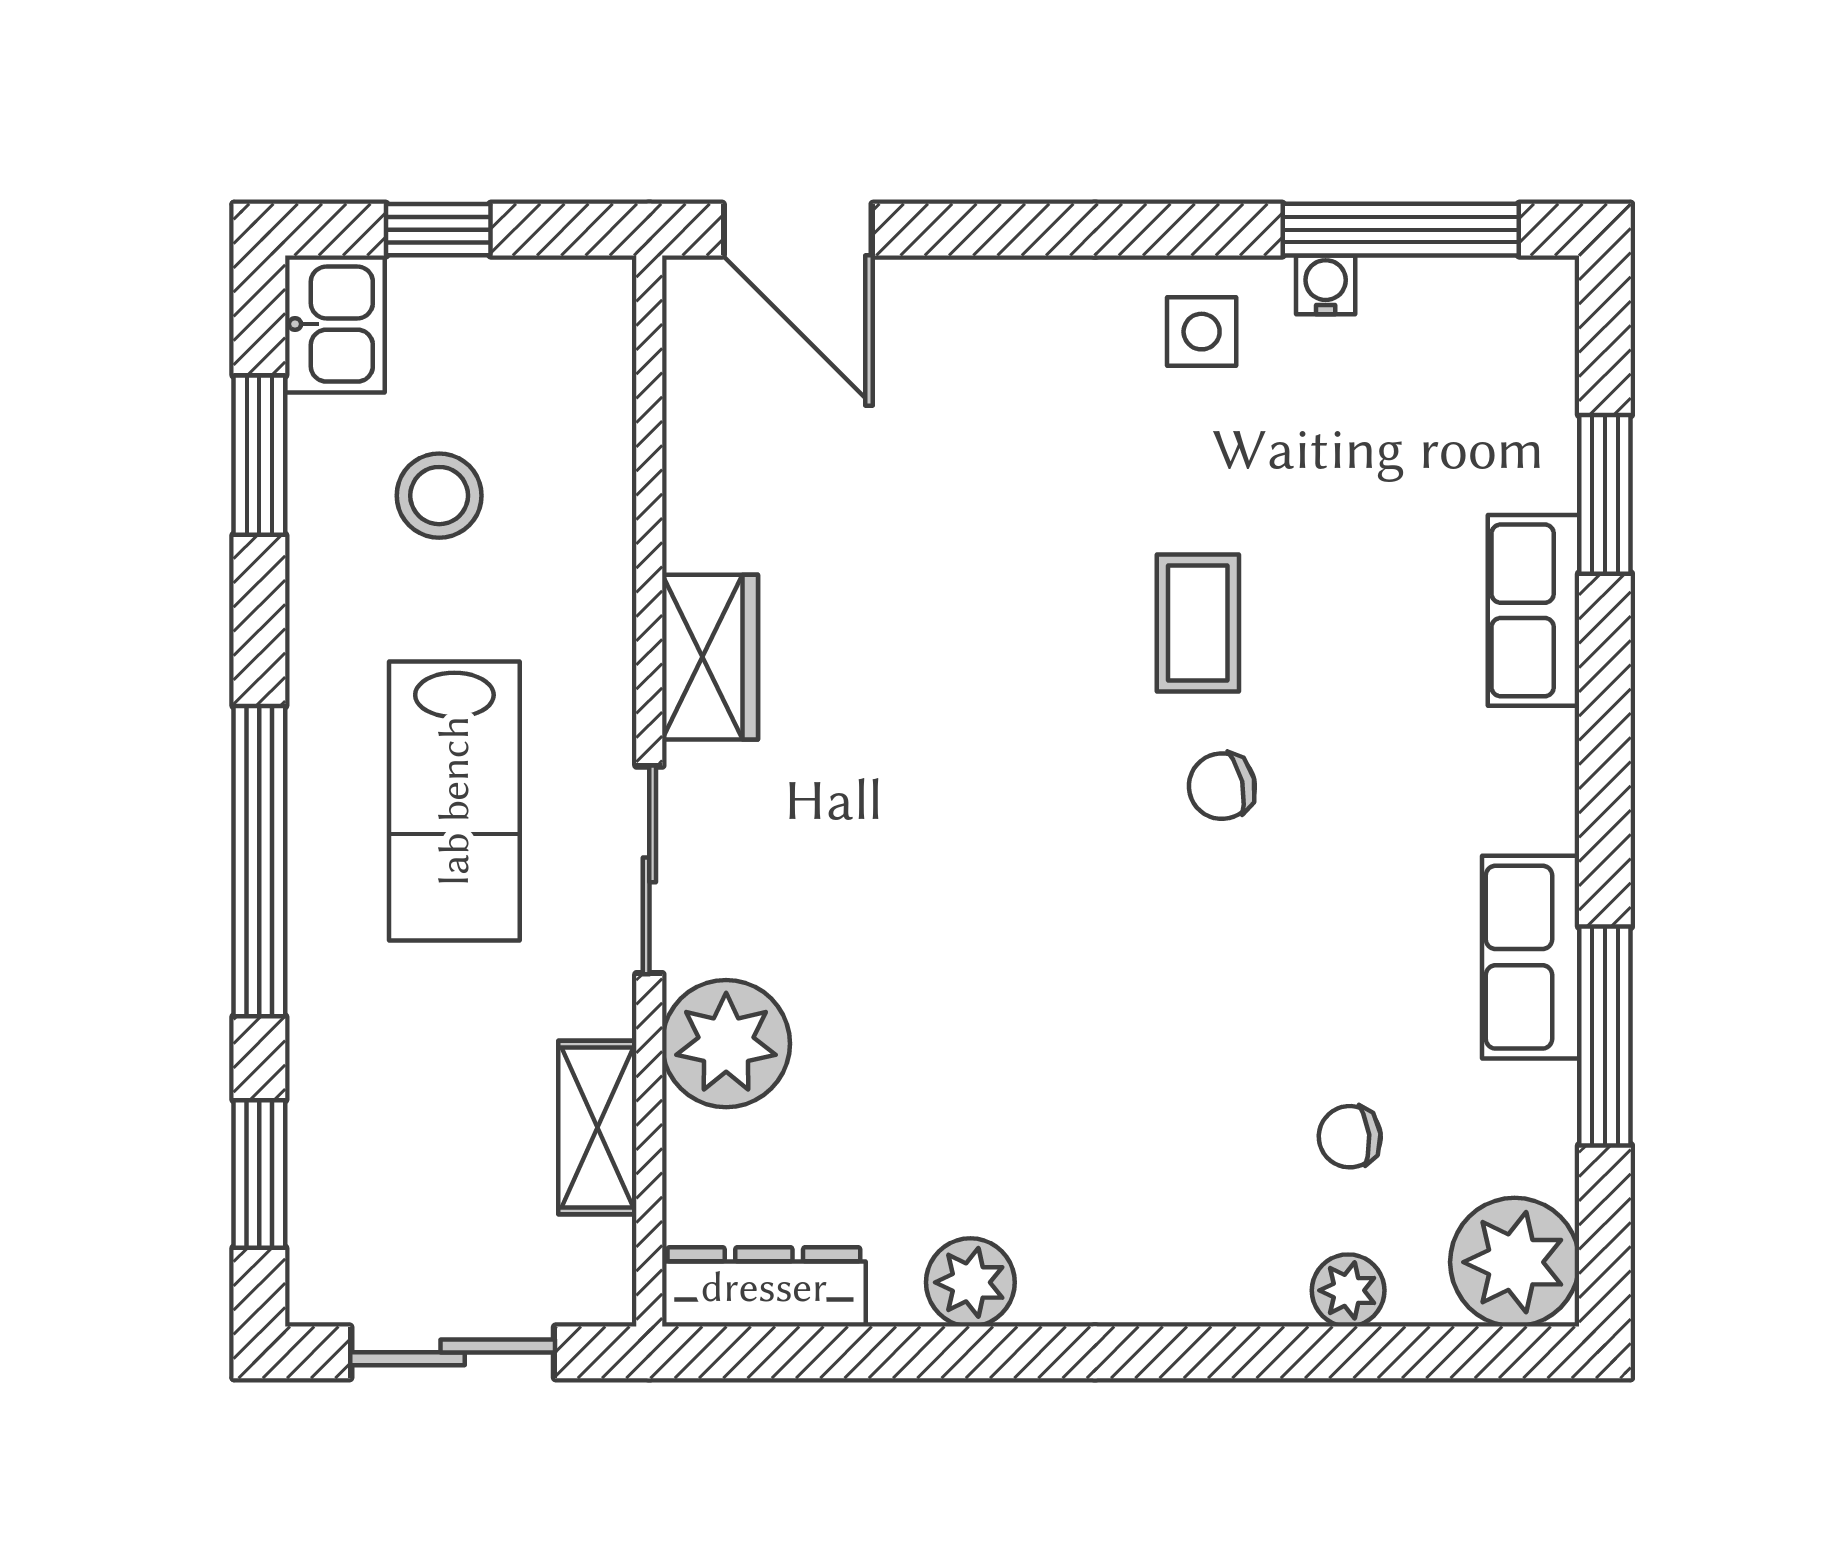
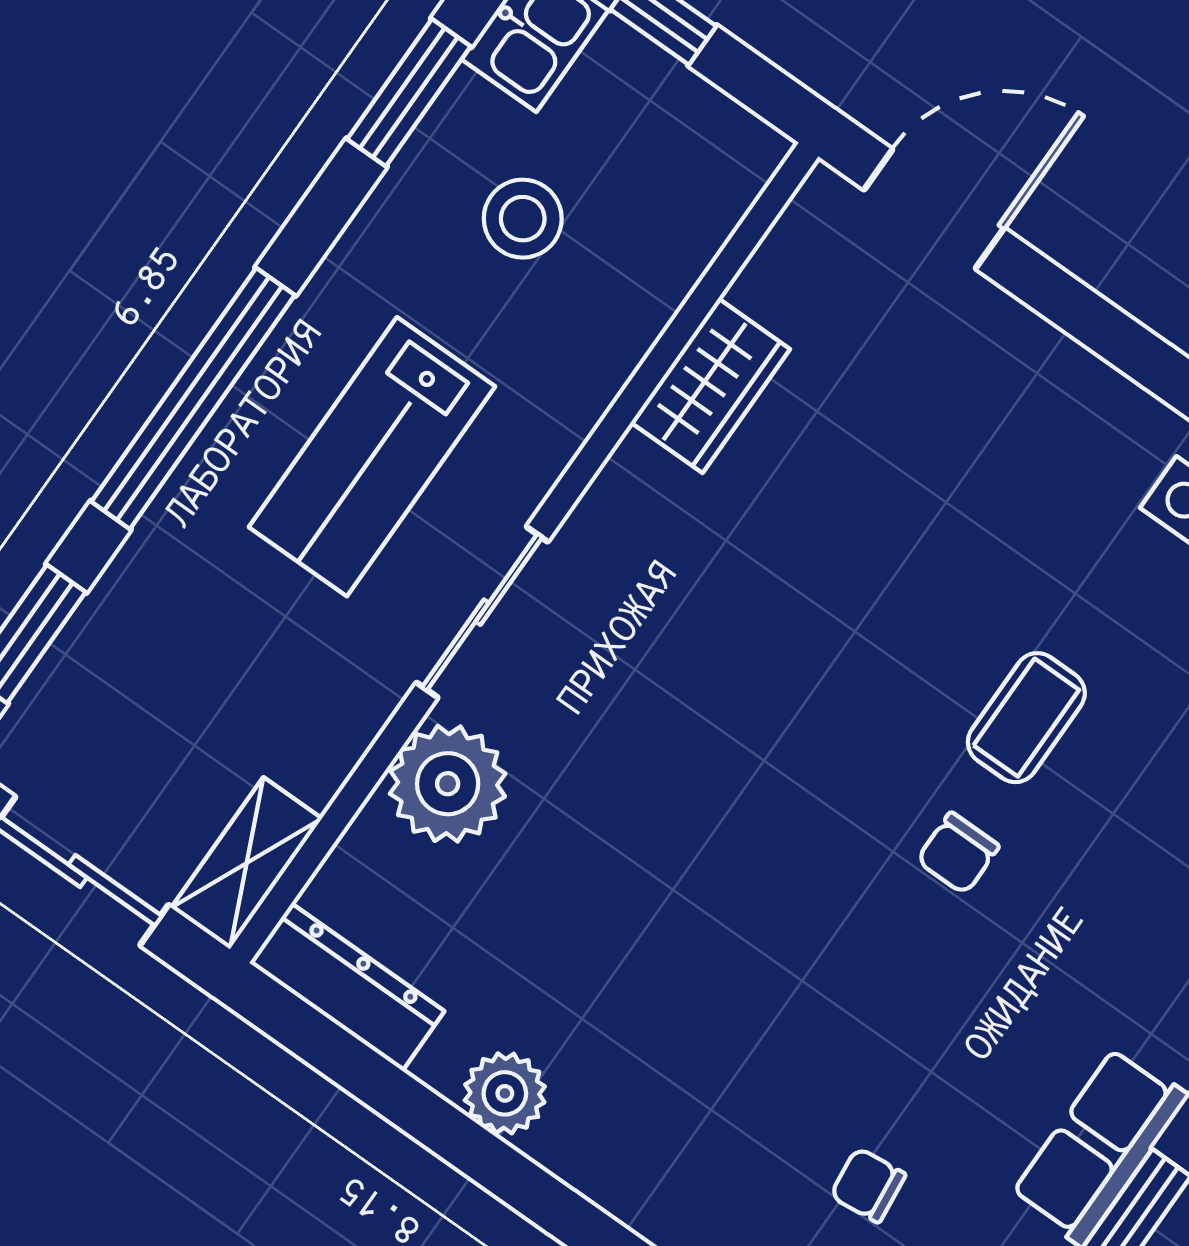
door: (798, 230) -> (934, 209), swing flipped
wardrobe: (710, 657) -> (710, 386), moved
chair: (1222, 786) -> (958, 853), turned -77
shelving: (597, 1128) -> (247, 863), moved

